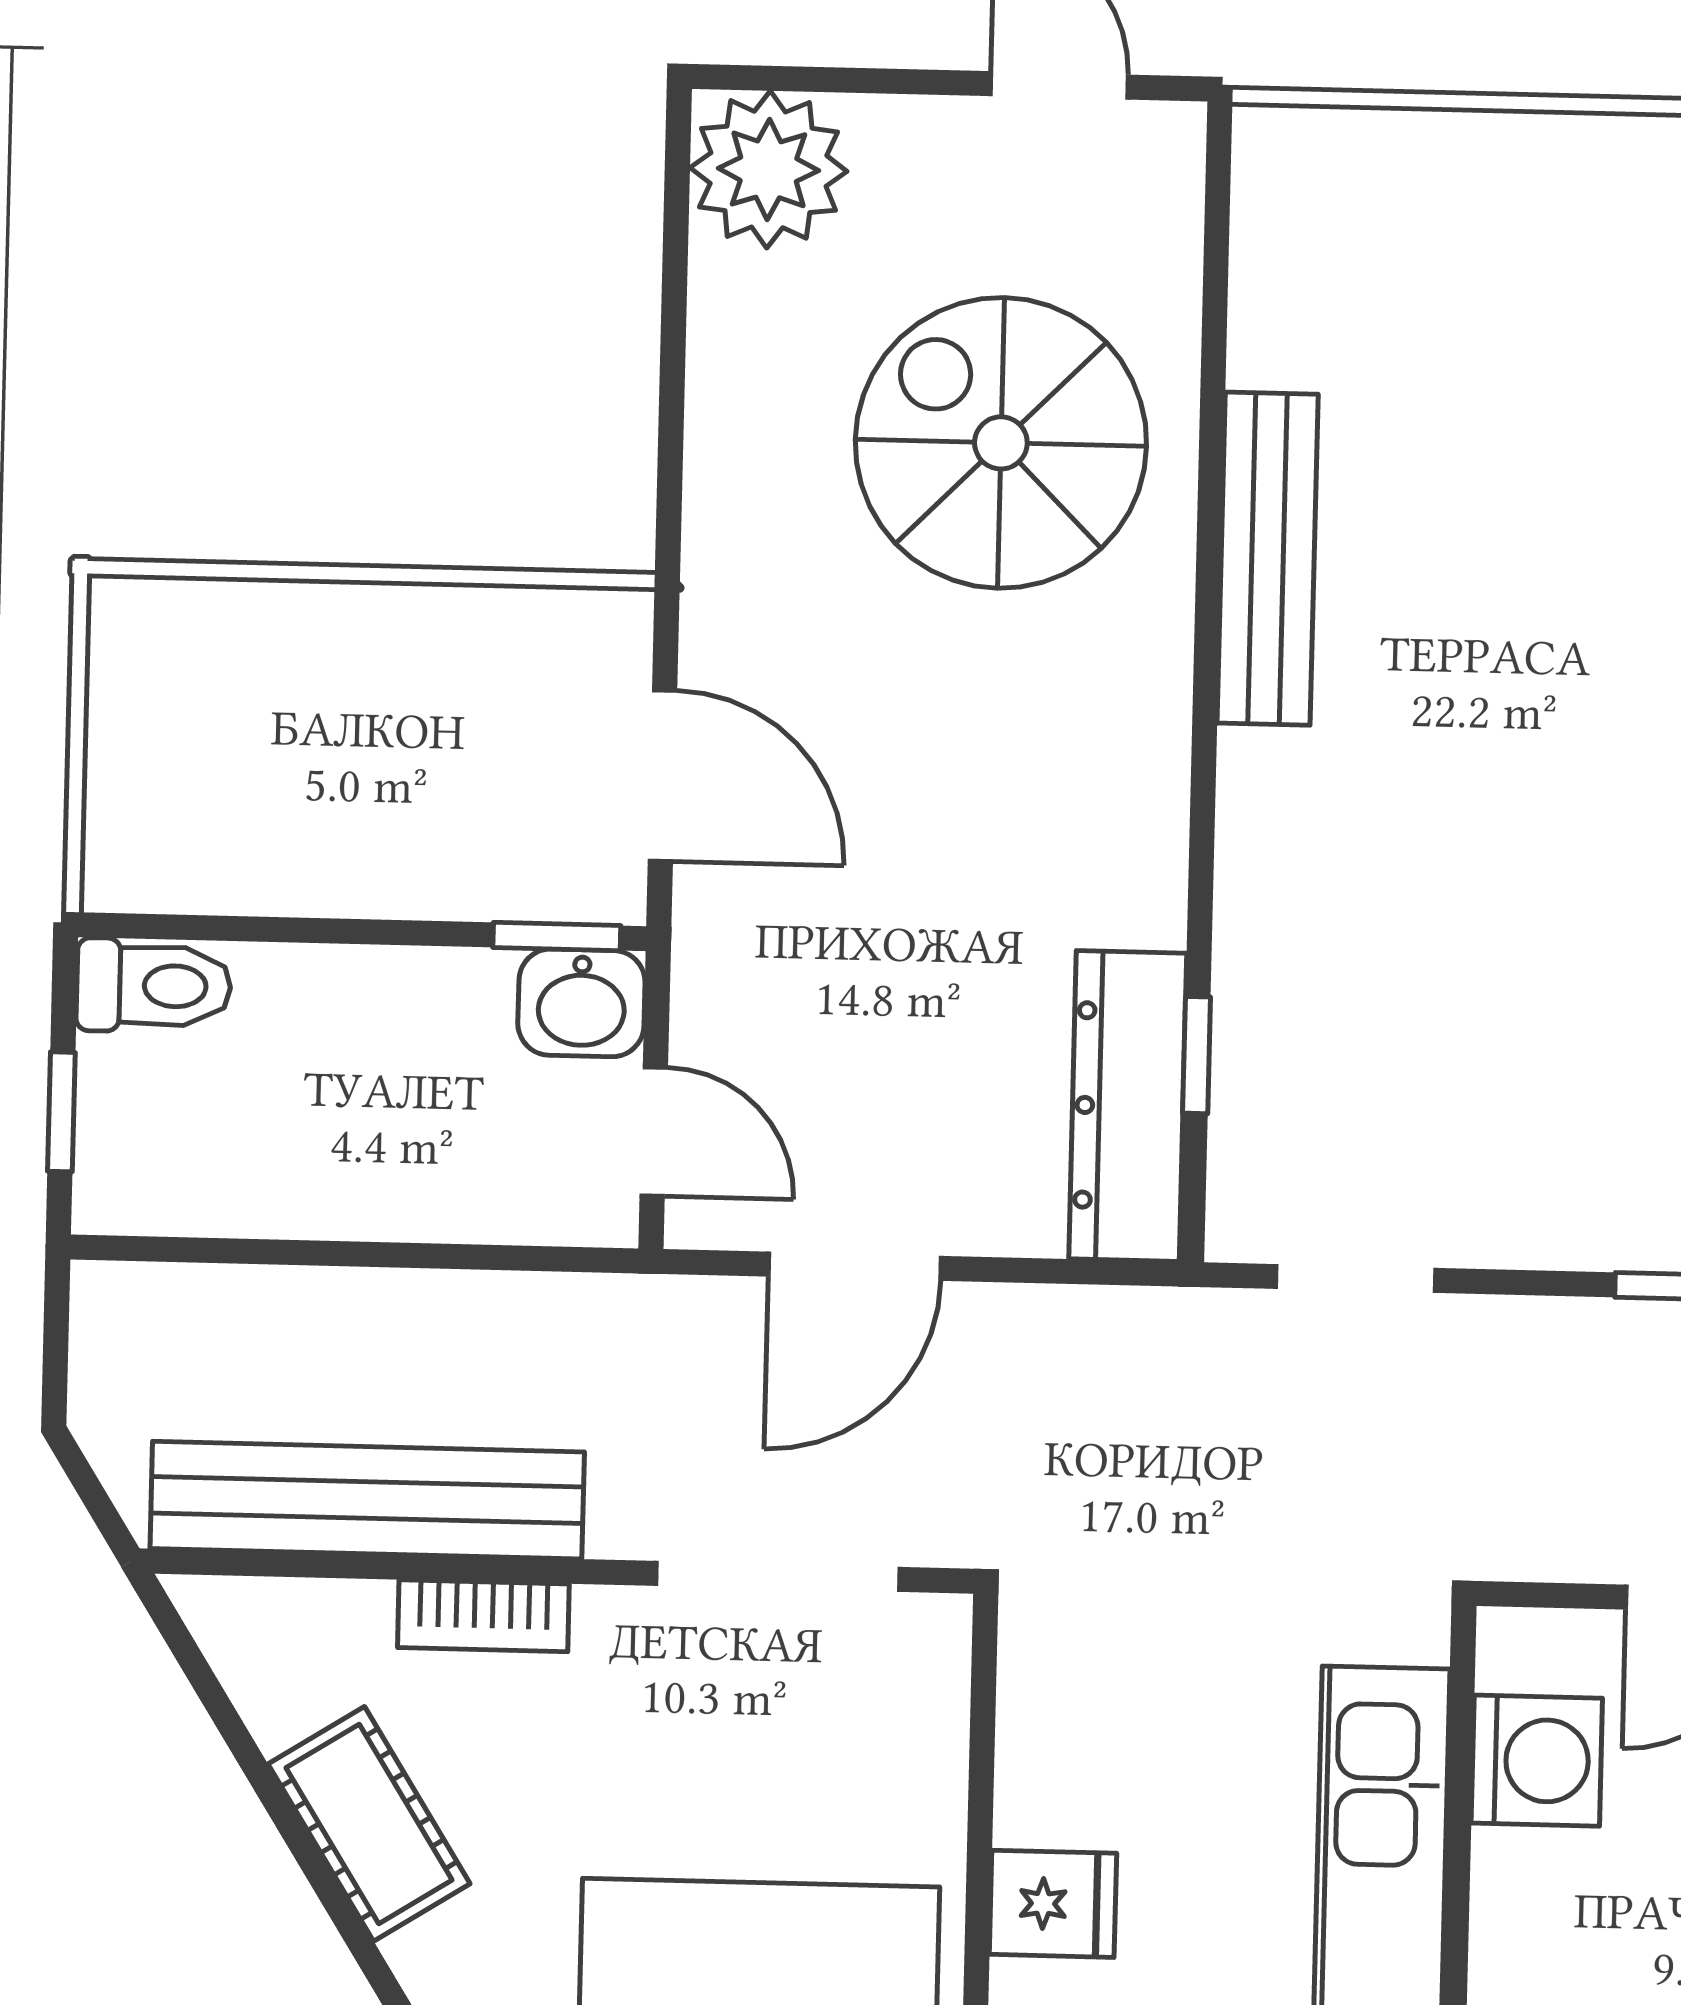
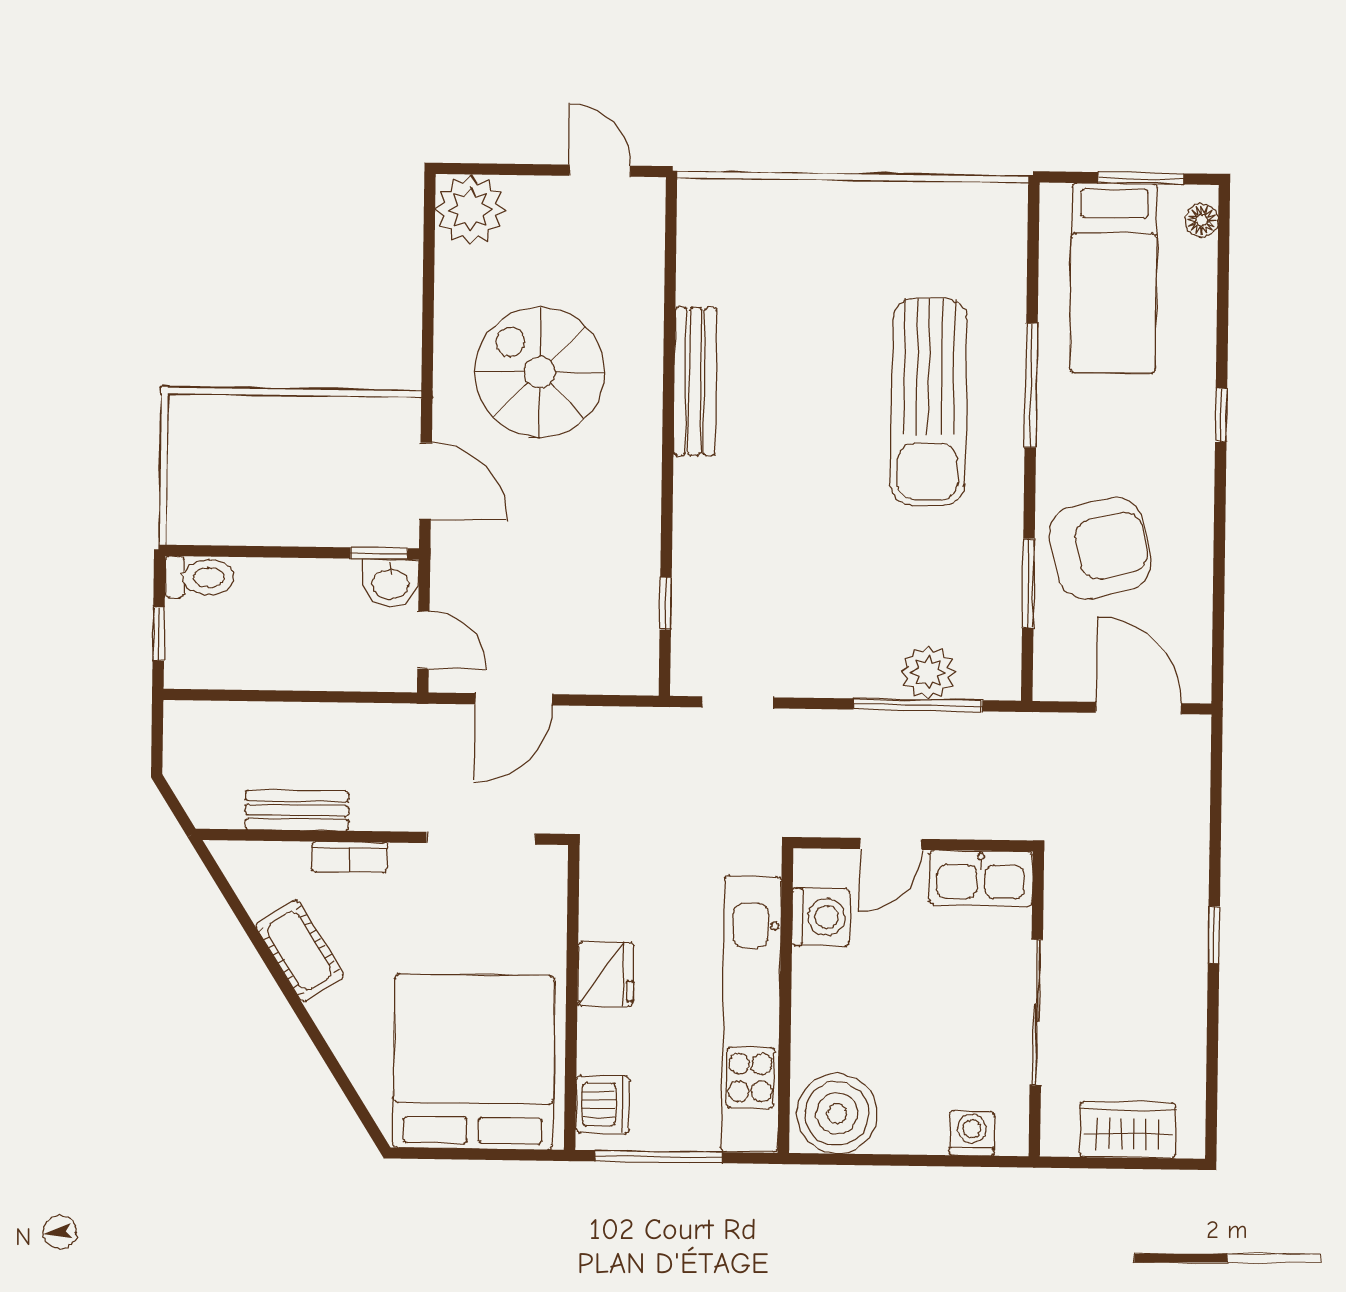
spiral stairs: (1001, 443) -> (540, 372), moved
dresser: (1128, 1106) -> (635, 626), removed
bench: (367, 1500) -> (297, 810), width x0.54, depth x0.82
fridge: (1053, 1904) -> (606, 974), width x1.38

